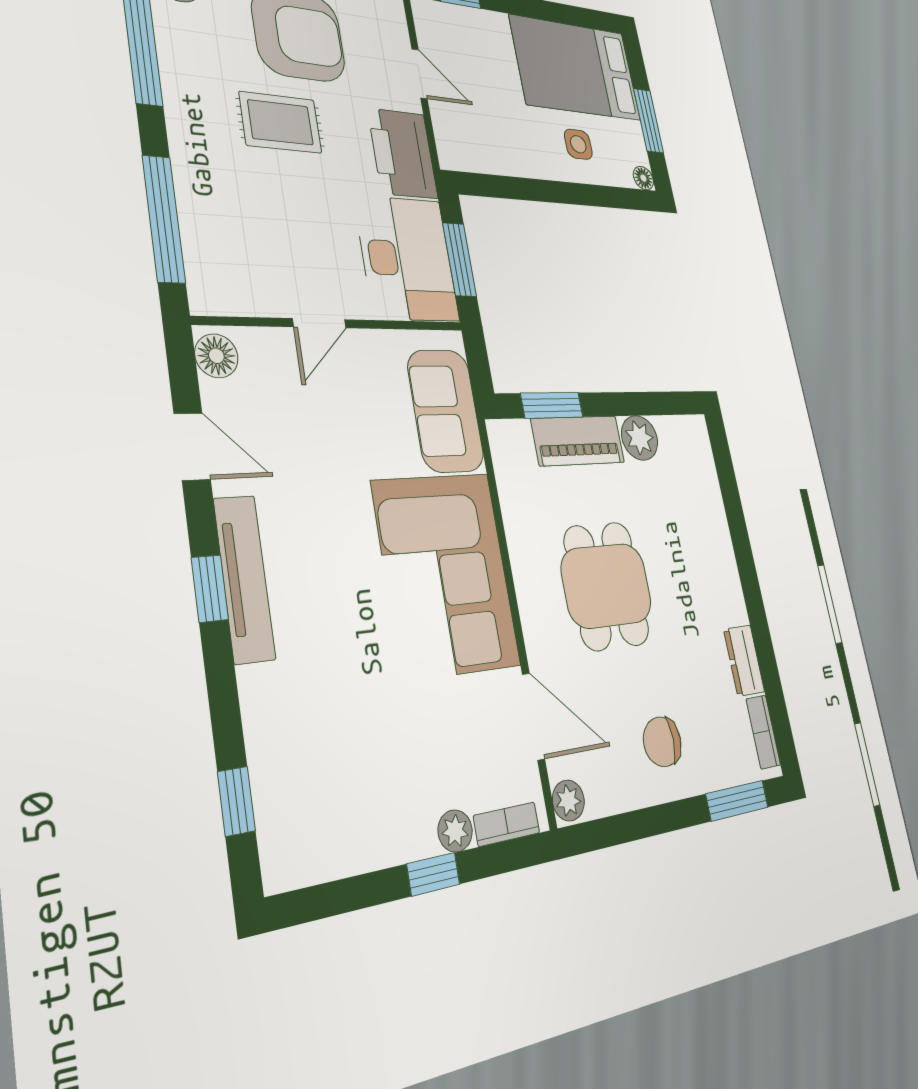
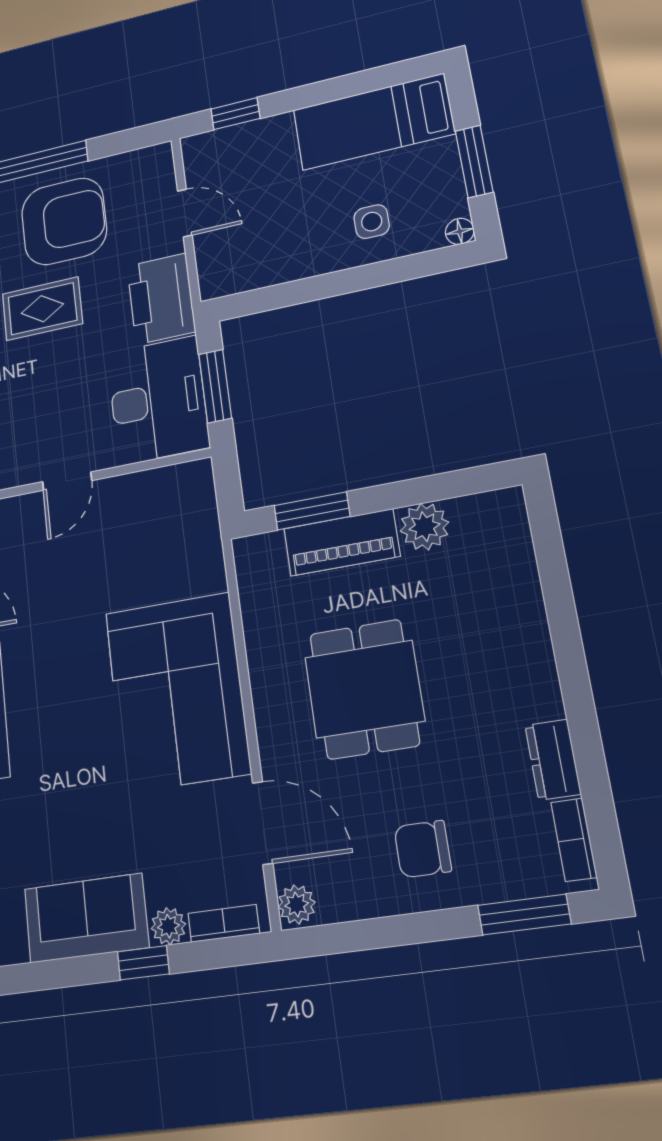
bed: (576, 68) -> (373, 122), width x0.67
sofa: (446, 411) -> (86, 918), moved, turned 90

